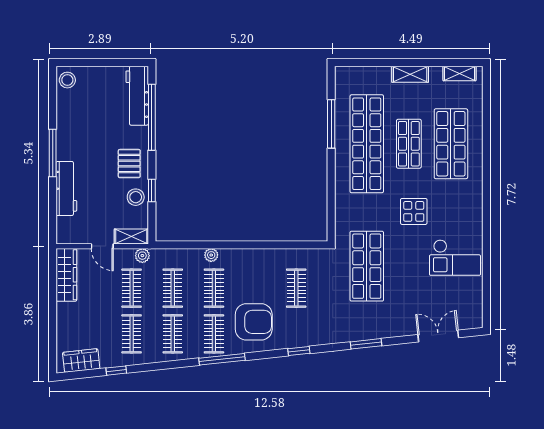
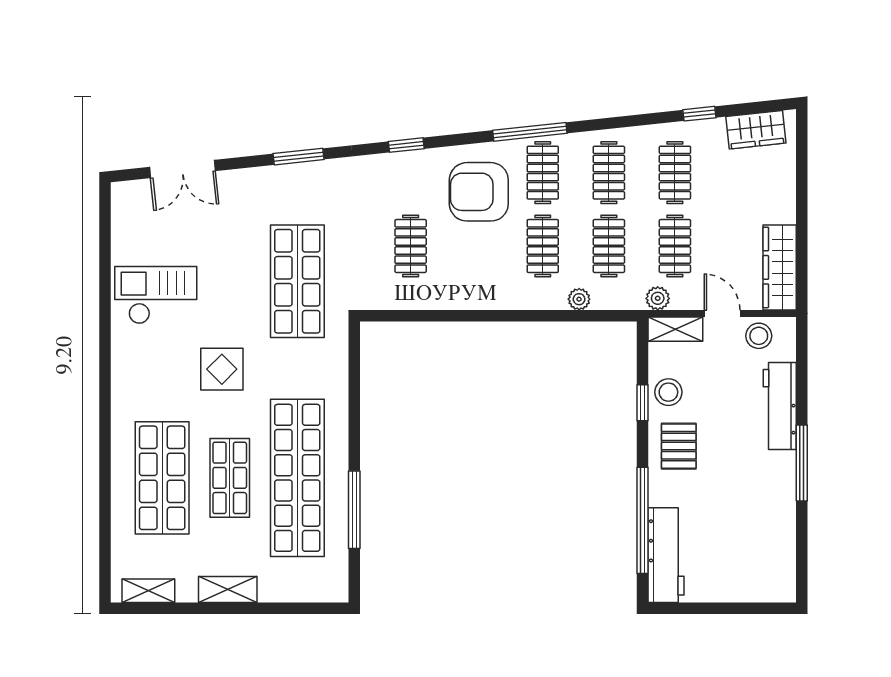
stool: (67, 80) -> (759, 336), moved
plant: (211, 255) -> (579, 299), moved

